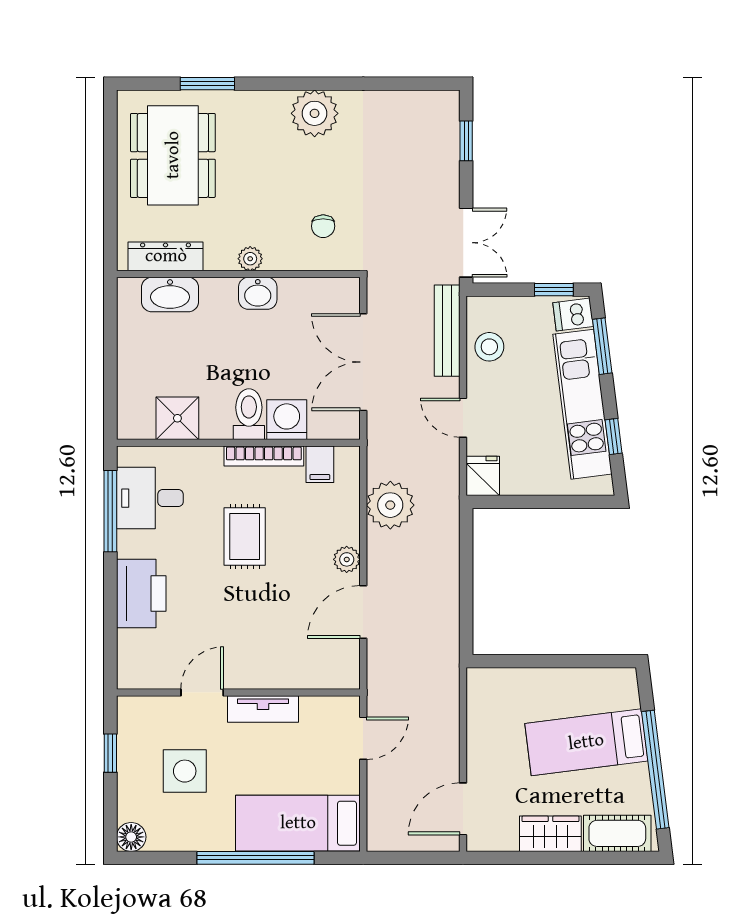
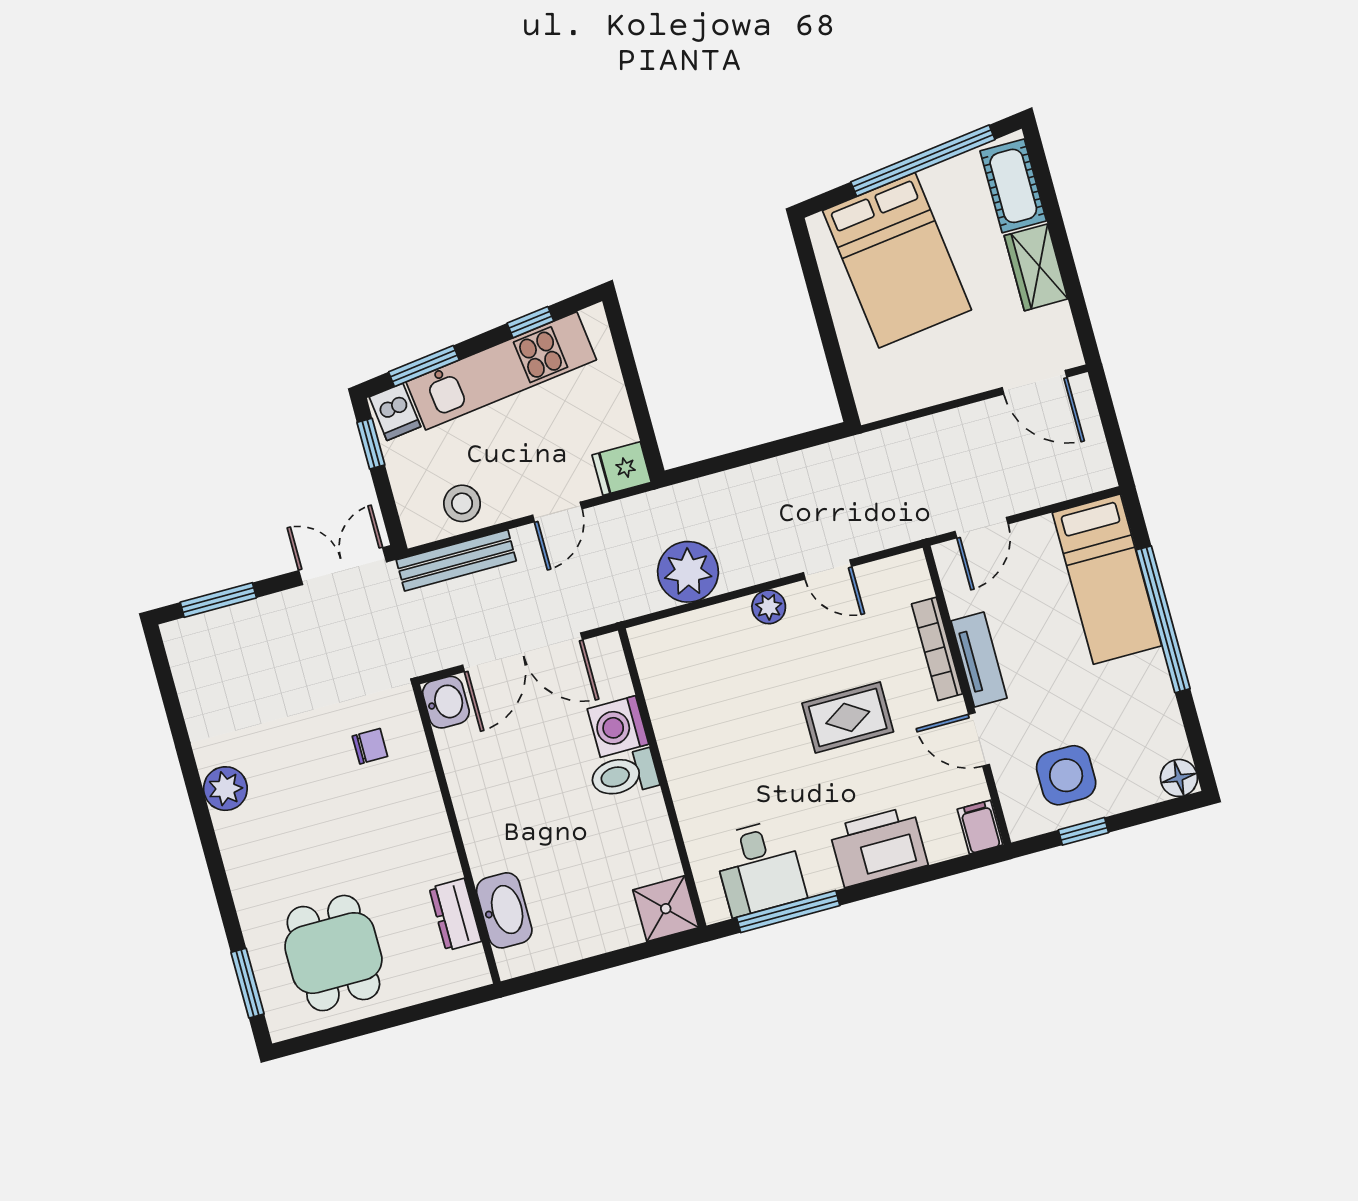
window: (207, 84) -> (248, 983), moved
plant: (315, 113) -> (225, 789), width x0.73, depth x0.73
window: (466, 141) -> (218, 600), width x1.50
dining table: (173, 155) -> (333, 953), width x0.73
dresser: (166, 256) -> (455, 915), width x0.70
plant: (250, 259) -> (434, 824), removed
washbasin: (258, 293) -> (446, 702), moved
shower: (177, 418) -> (666, 909), moved
bookcase: (264, 456) -> (937, 649), moved, turned 180
filing cabinet: (320, 464) -> (980, 827), moved, turned -90
rug: (245, 536) -> (848, 717), moved
door: (363, 612) -> (827, 569), width x0.73
door: (363, 738) -> (982, 528), swing flipped
bed: (586, 742) -> (897, 260), width x1.50
side table: (185, 771) -> (1066, 775), moved

